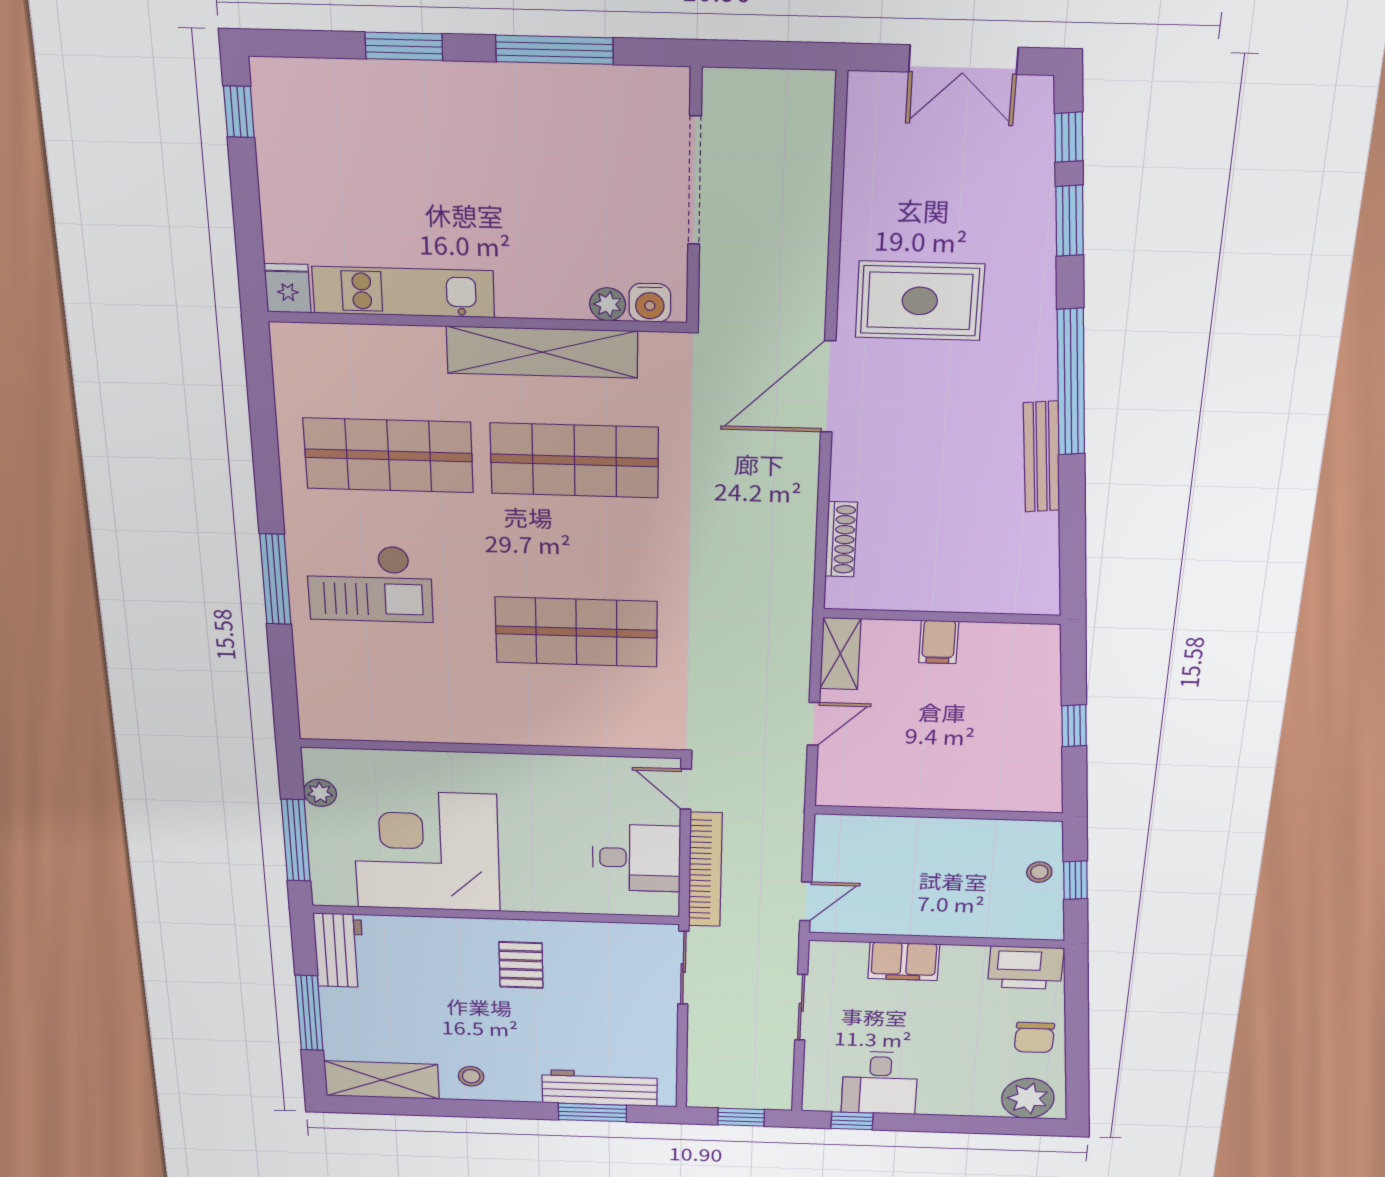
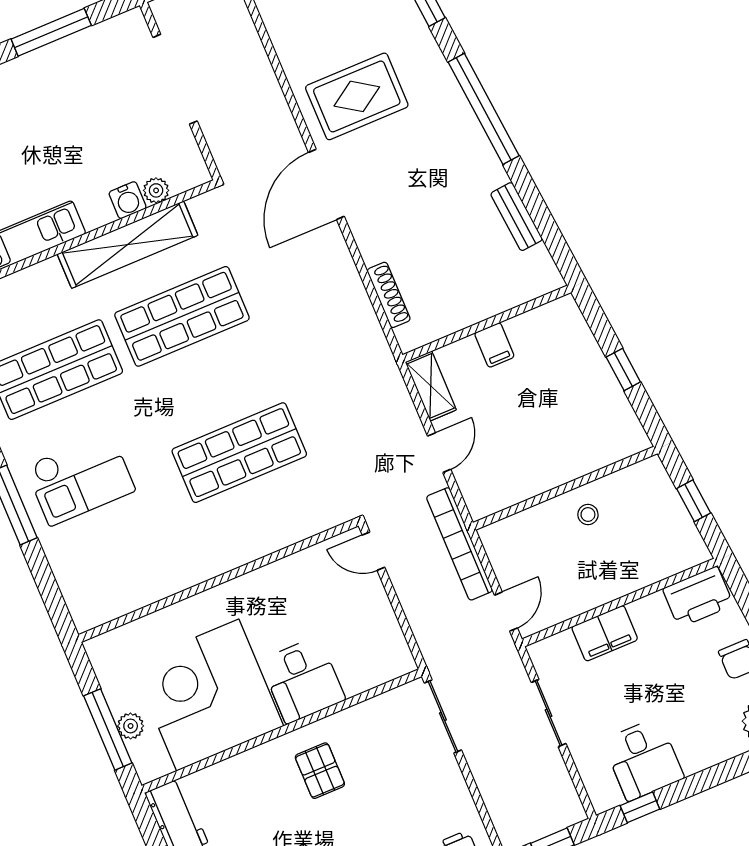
water cooler: (650, 303) -> (128, 200), moved
bench: (1042, 457) -> (517, 217), moved, width x0.73
plant: (320, 793) -> (131, 726), moved
desk: (637, 858) -> (303, 680), moved, turned 90
bookcase: (705, 870) -> (460, 544), moved, turned 180
stool: (1039, 872) -> (588, 514), moved

